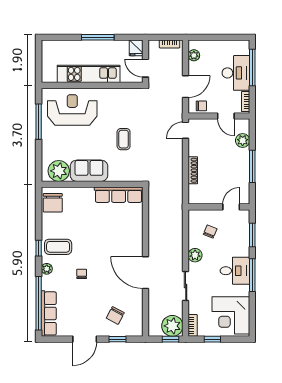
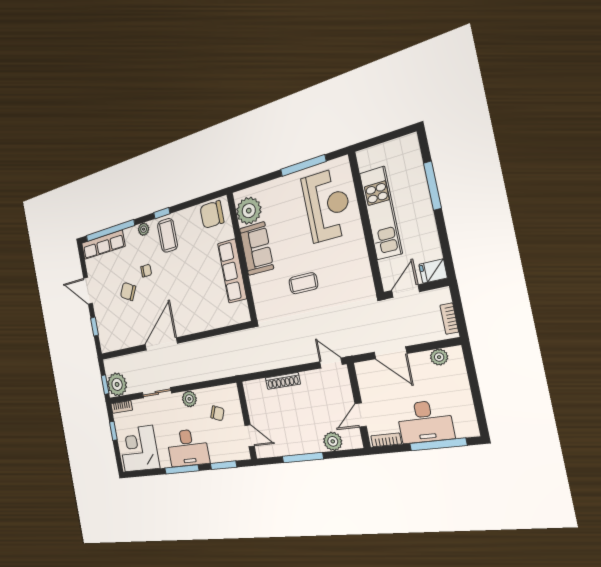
window: (98, 37) -> (432, 186), moved
chair: (201, 106) -> (368, 379), removed
row of seats: (119, 195) -> (232, 271), moved
desk: (235, 271) -> (188, 448), width x1.37
chair: (115, 315) -> (128, 292), moved

